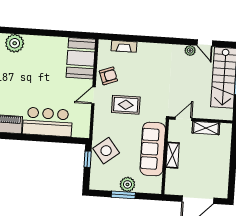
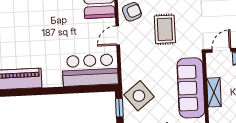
rug: (126, 105) -> (165, 29), moved, turned 90
bar counter: (48, 122) -> (90, 70), moved

